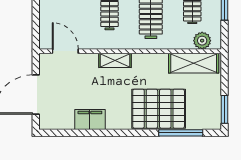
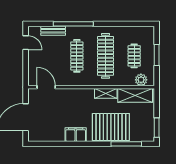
shelving: (115, 60) -> (106, 93), moved
filing cabinet: (90, 120) -> (76, 135), moved

